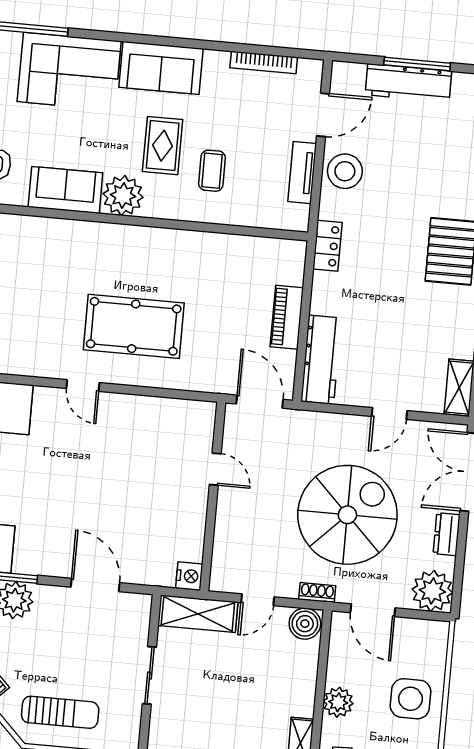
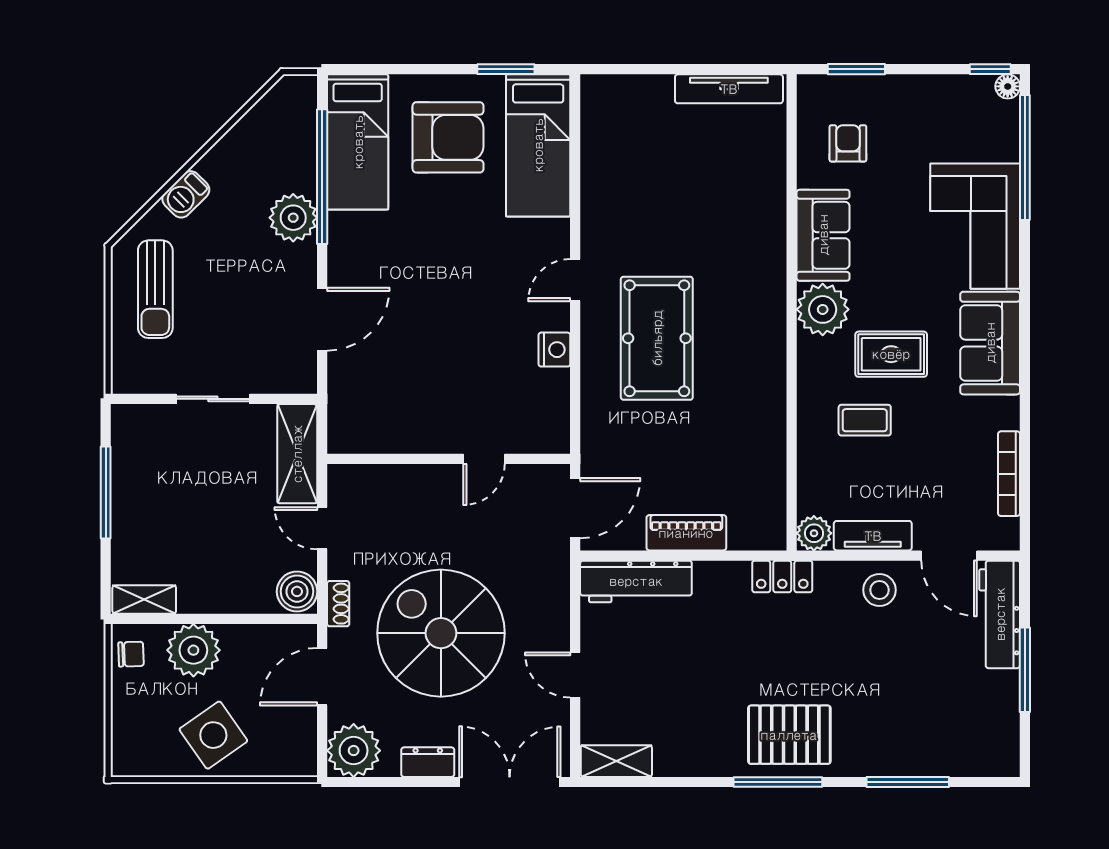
workbench: (408, 83) -> (1000, 614), moved
stool: (345, 171) -> (879, 590), width x0.73, depth x0.73
plant: (296, 218) -> (814, 533), added
spiral stairs: (347, 515) -> (441, 633), turned 180
nightstand: (189, 576) -> (554, 350), moved, turned -90
side table: (410, 699) -> (213, 735), turned -35
plant: (338, 702) -> (193, 650), width x1.36, depth x1.36

